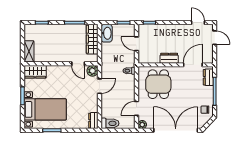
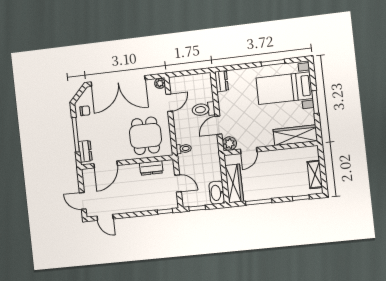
shelving: (29, 51) -> (315, 174), moved
dresser: (169, 58) -> (151, 168), moved
door: (78, 64) -> (249, 150), swing flipped
wardrobe: (35, 72) -> (295, 135), width x1.50
toilet: (110, 123) -> (203, 109), moved

